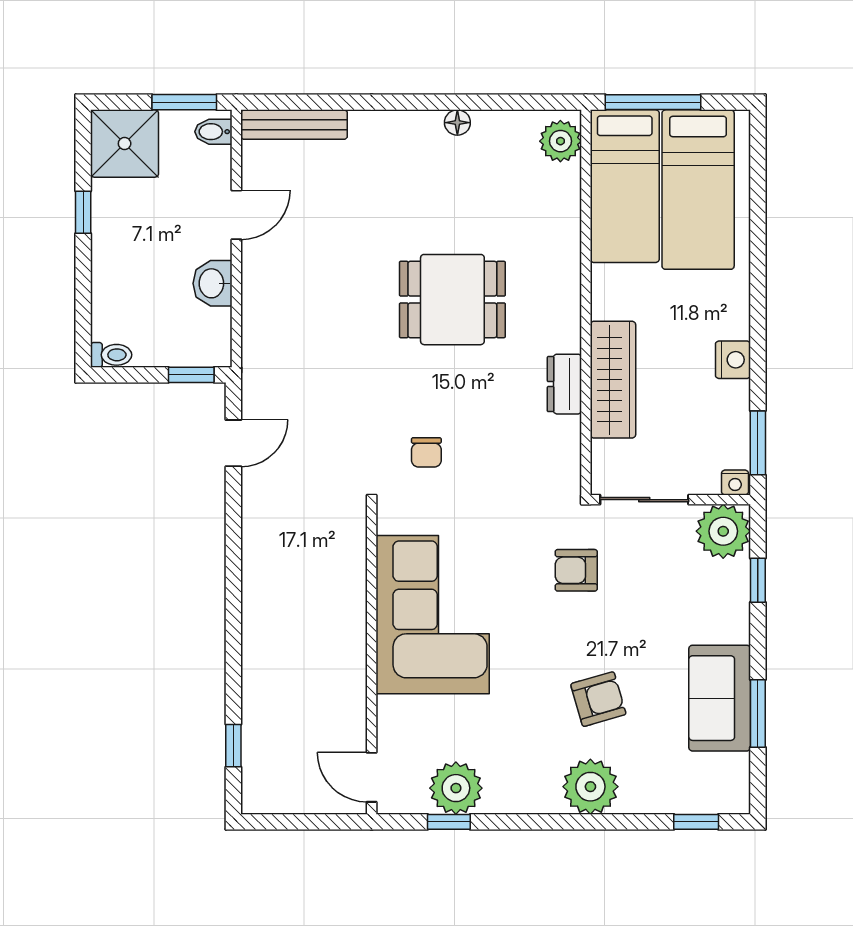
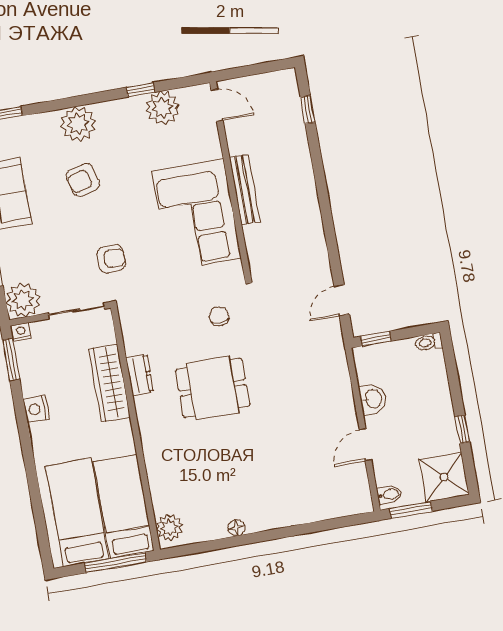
bench: (294, 125) -> (245, 189), moved, turned 90
dining table: (452, 300) -> (213, 388), moved
window: (449, 822) -> (140, 90), moved

